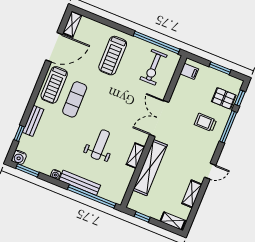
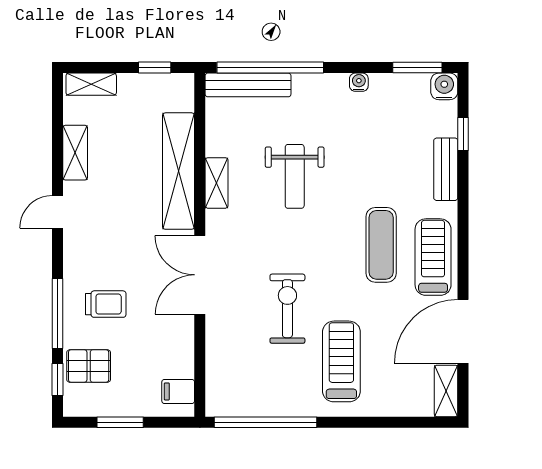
exercise bike: (153, 67) -> (287, 309), moved
double door: (159, 118) -> (200, 275), swing flipped
bench: (80, 183) -> (248, 85), moved

